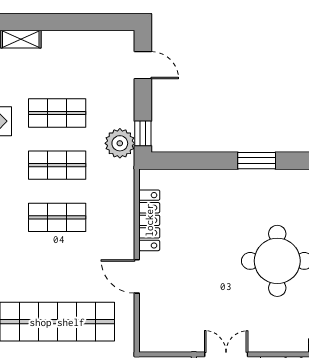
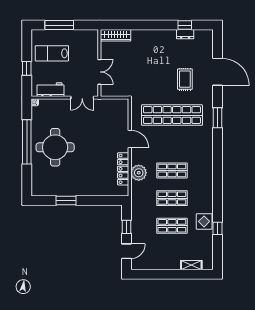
door: (143, 65) -> (126, 251), swing flipped
window: (143, 133) -> (126, 227), moved
plant: (120, 143) -> (139, 173), moved

